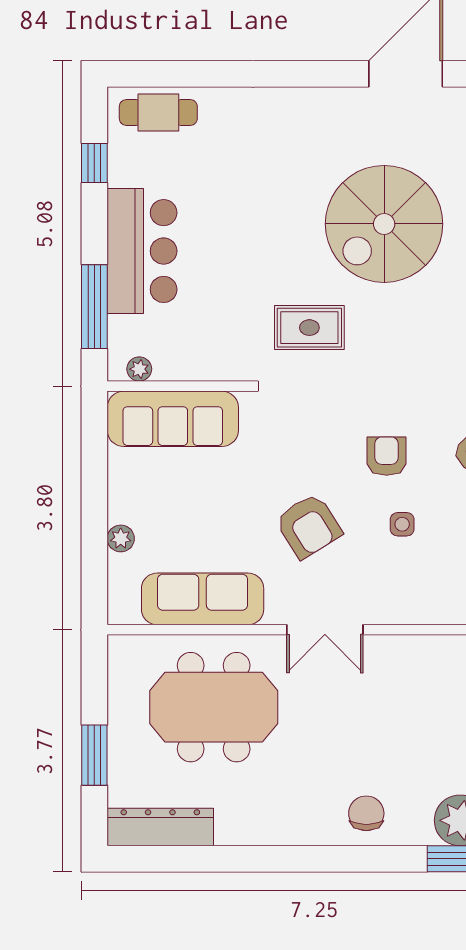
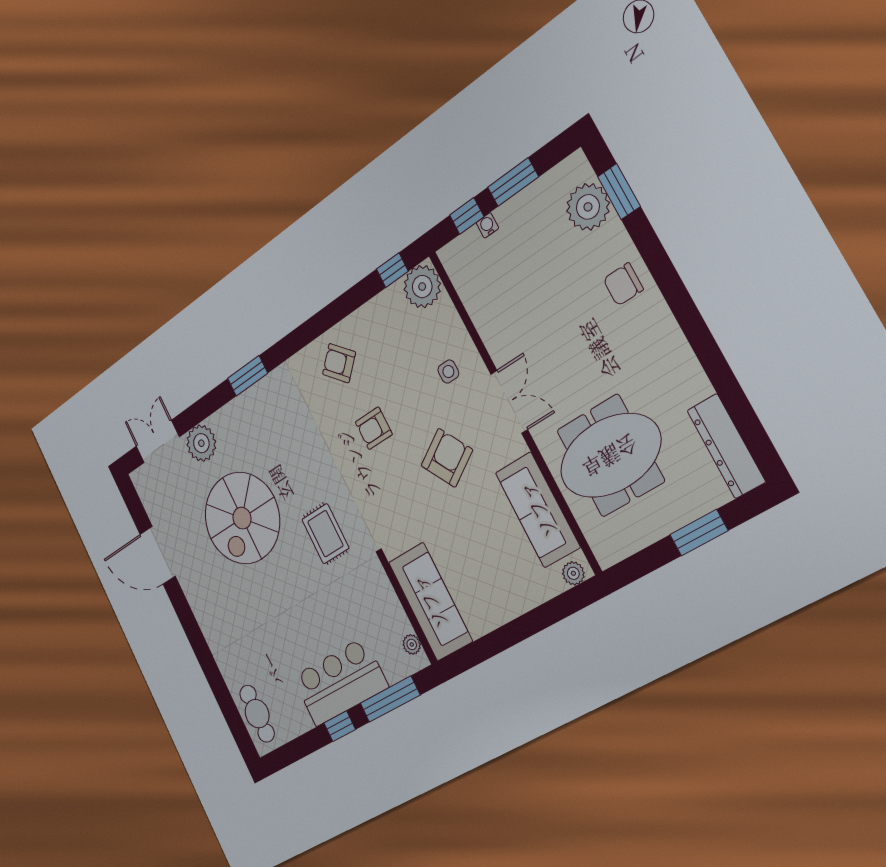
window: (94, 163) -> (340, 726), moved
spiral stairs: (384, 224) -> (242, 518), turned 90
side table: (402, 524) -> (448, 372), moved
plant: (121, 538) -> (573, 573), moved
meeting table: (214, 707) -> (610, 456), turned 90

